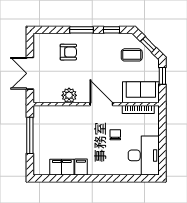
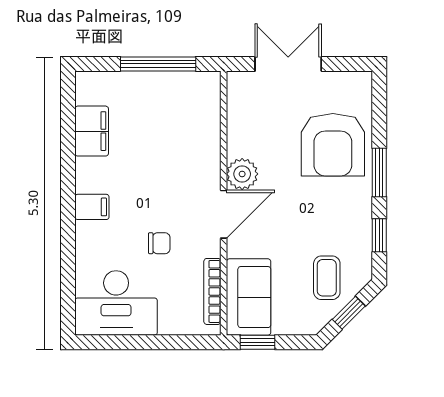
armchair: (68, 52) -> (333, 145), width x1.88, depth x1.88
window: (162, 76) -> (258, 342), moved
plant: (69, 95) -> (242, 174), moved
filing cabinet: (81, 167) -> (92, 207), moved

